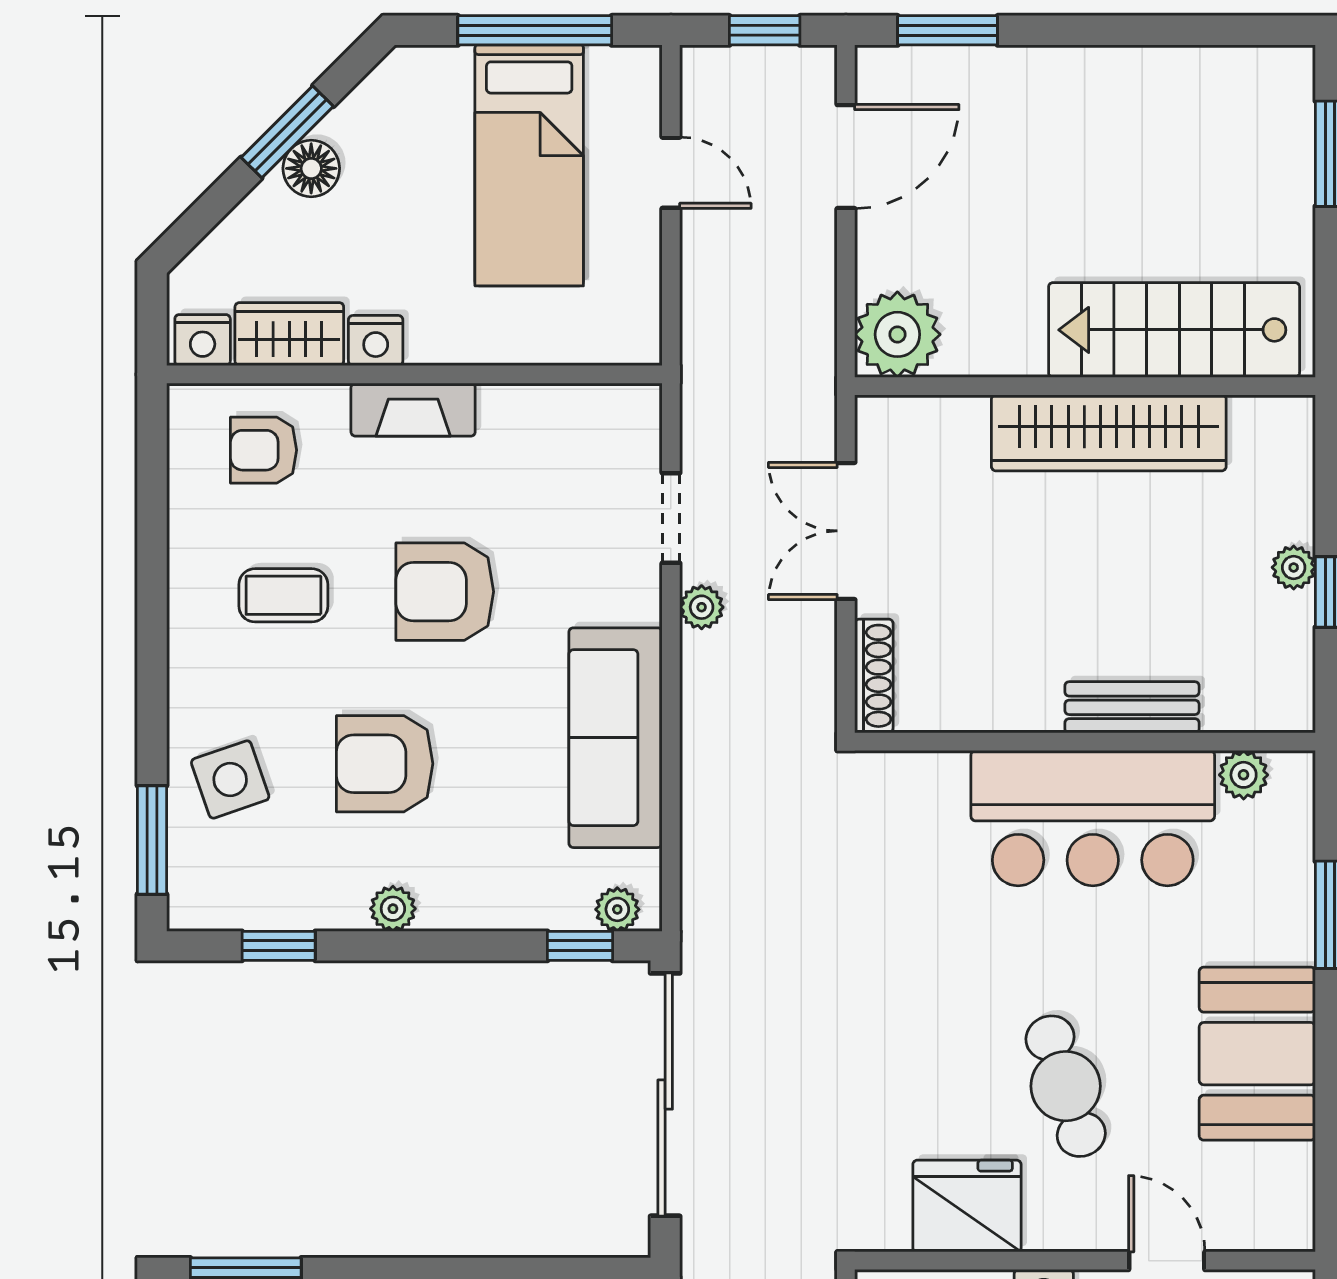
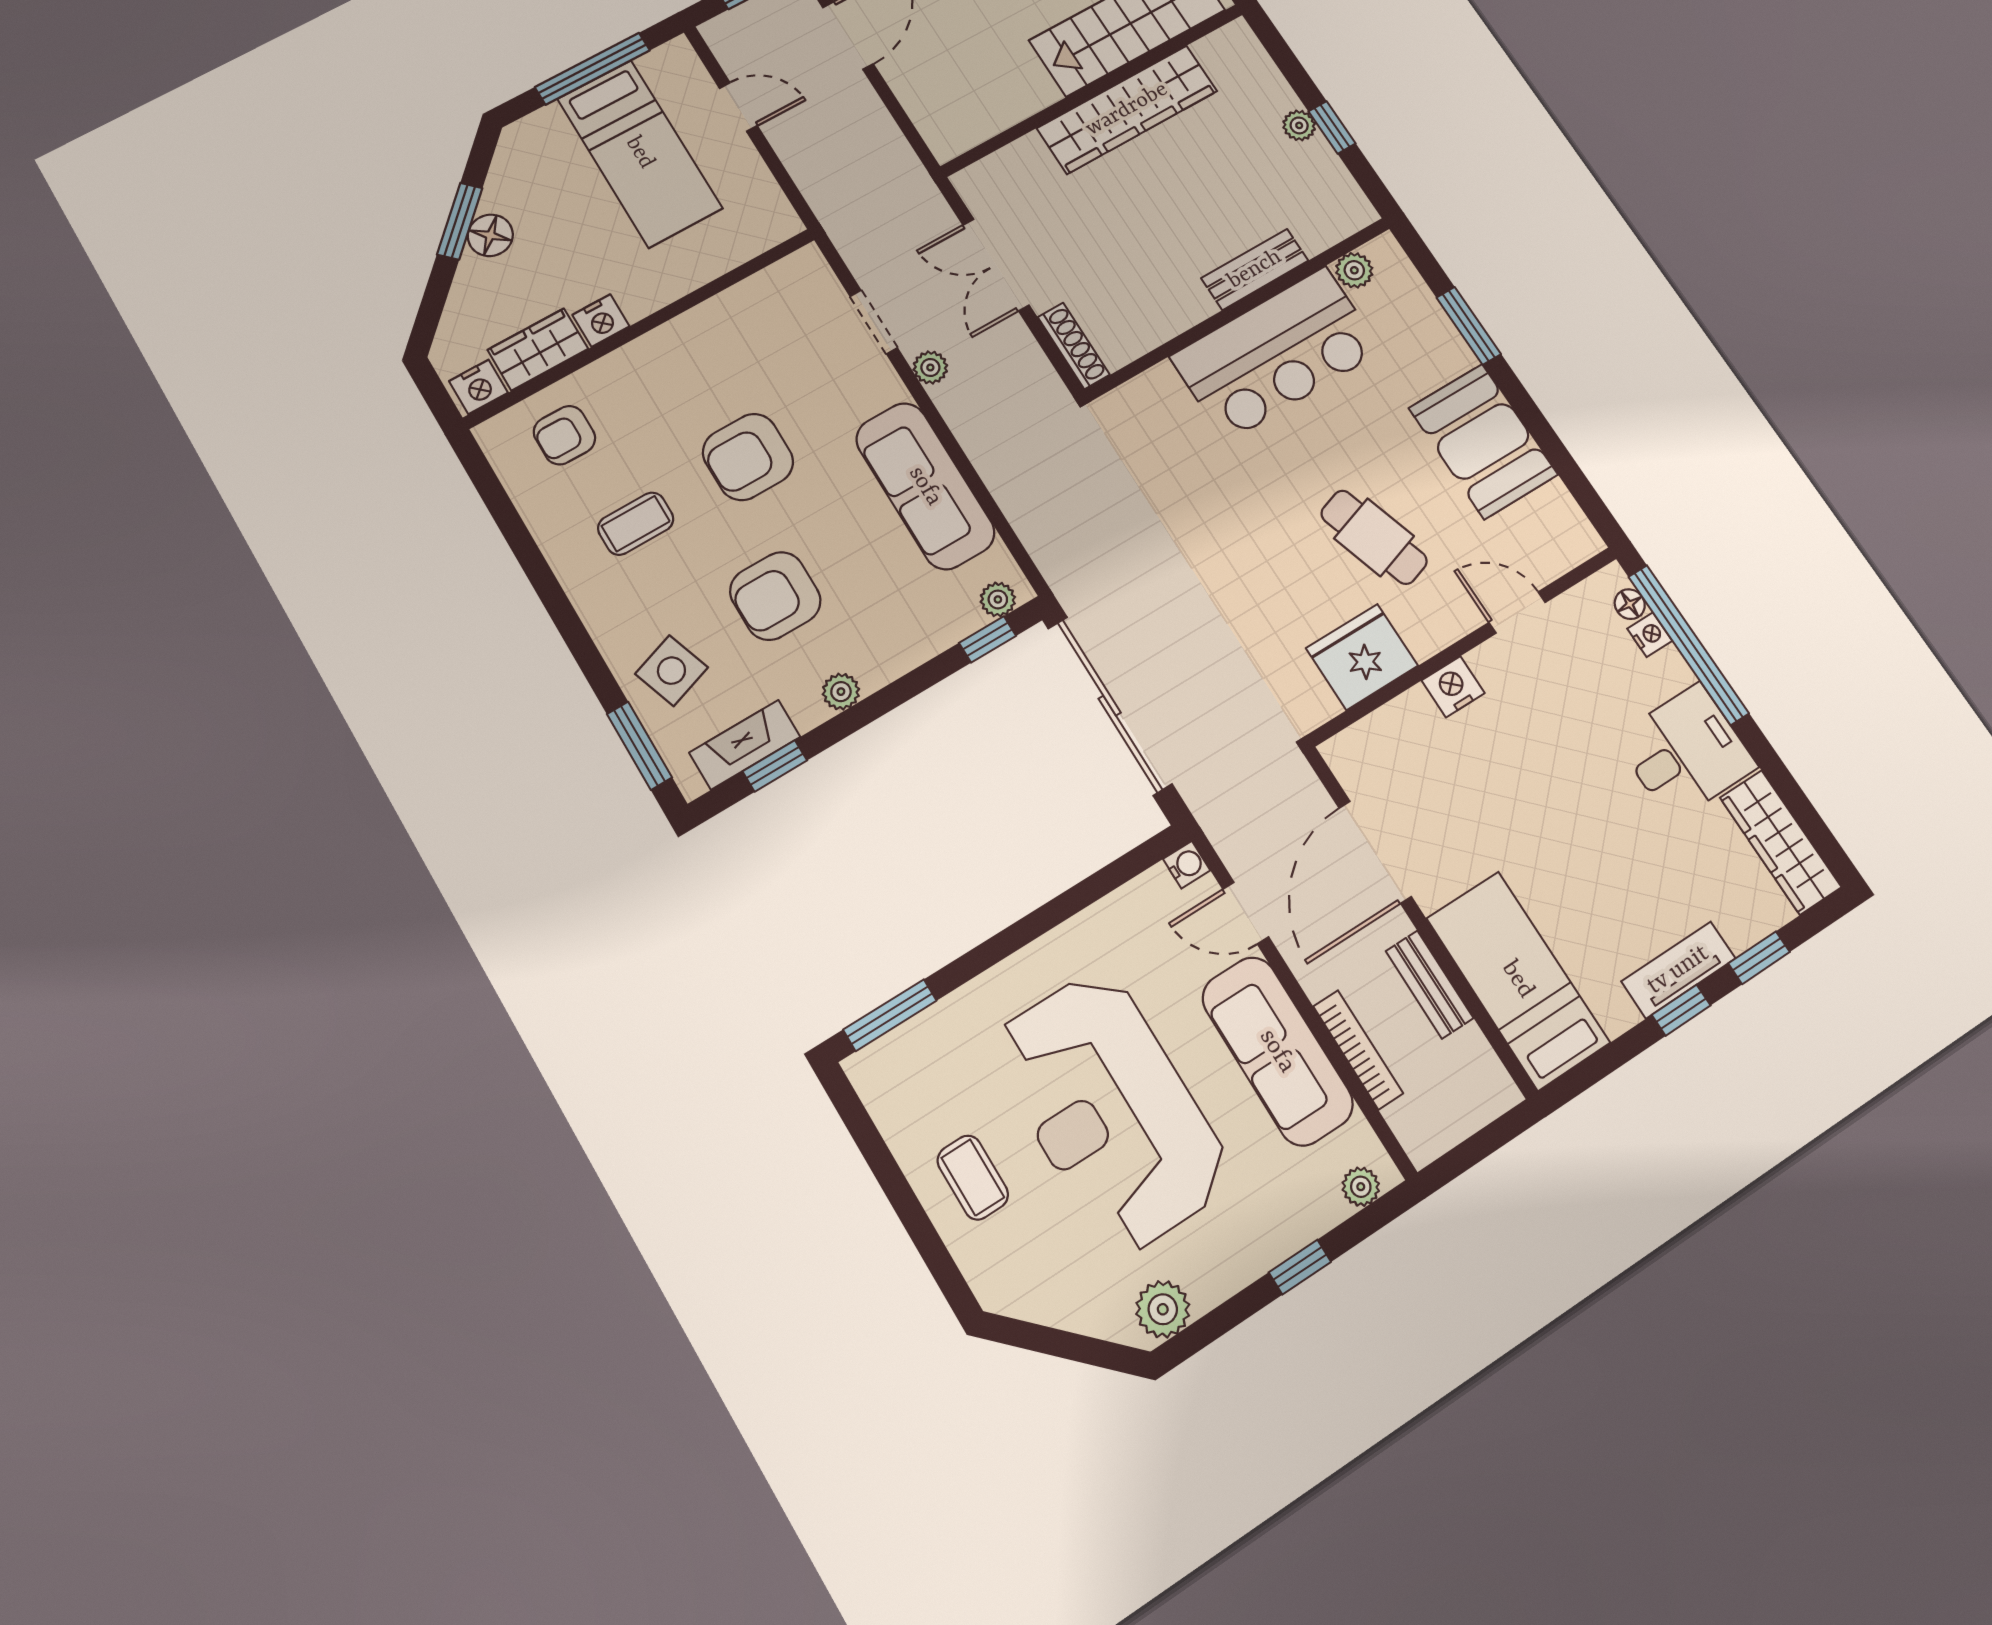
plant: (897, 334) -> (951, 125), removed
fireplace: (413, 410) -> (745, 745), moved, turned 180

